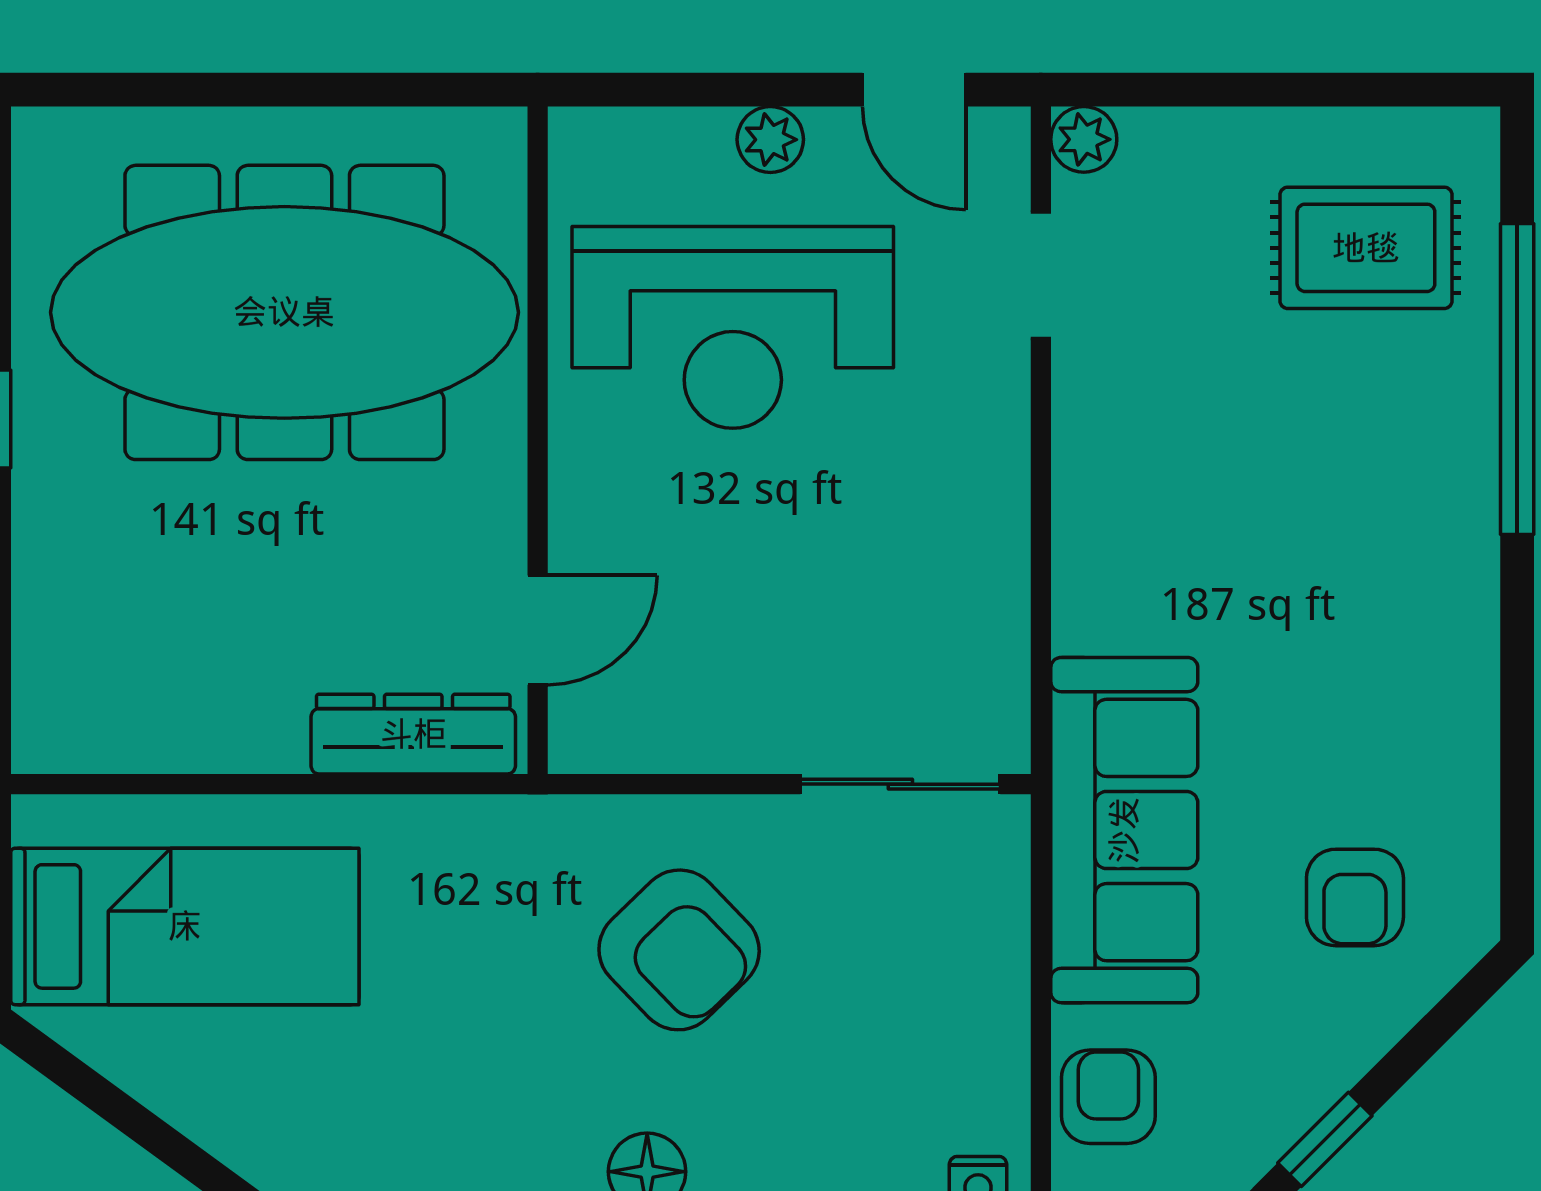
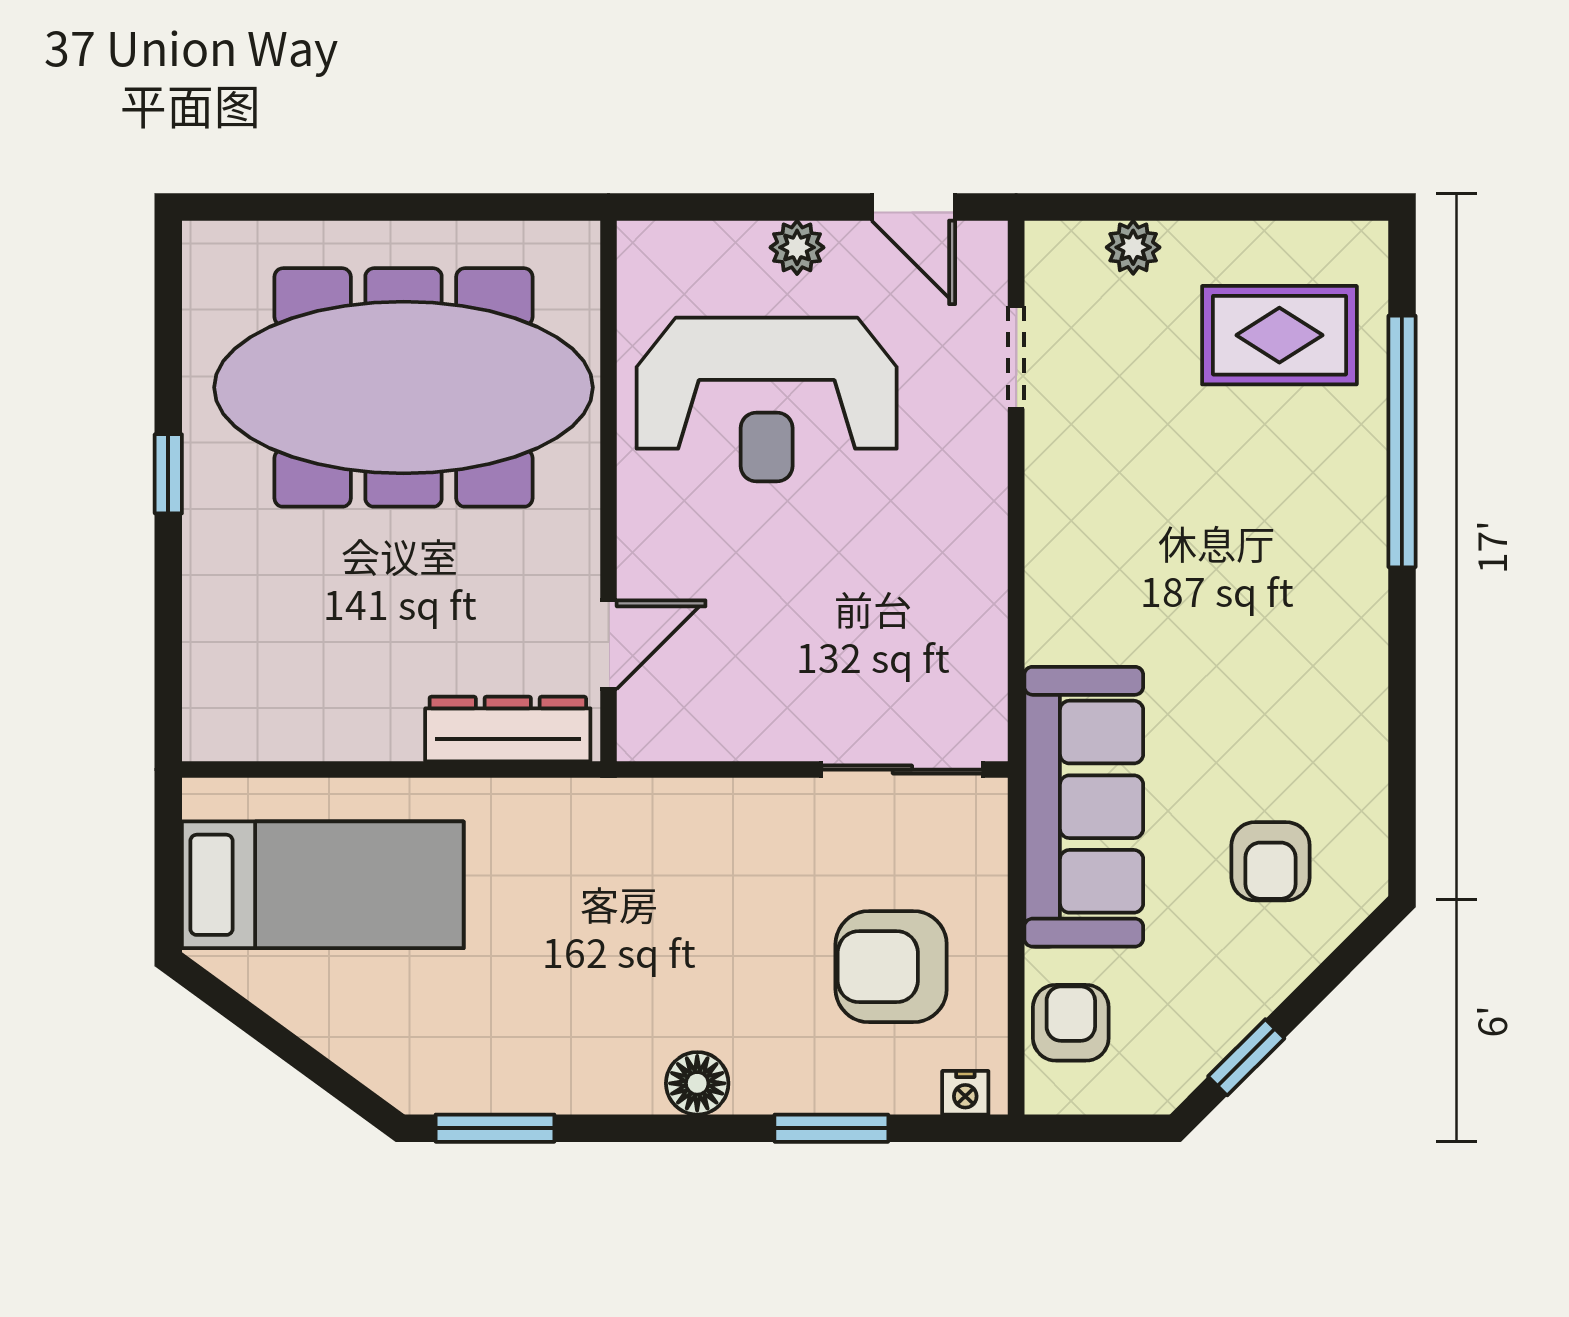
plant: (1084, 139) -> (1133, 247), moved
armchair: (679, 950) -> (891, 967), moved, turned 134

